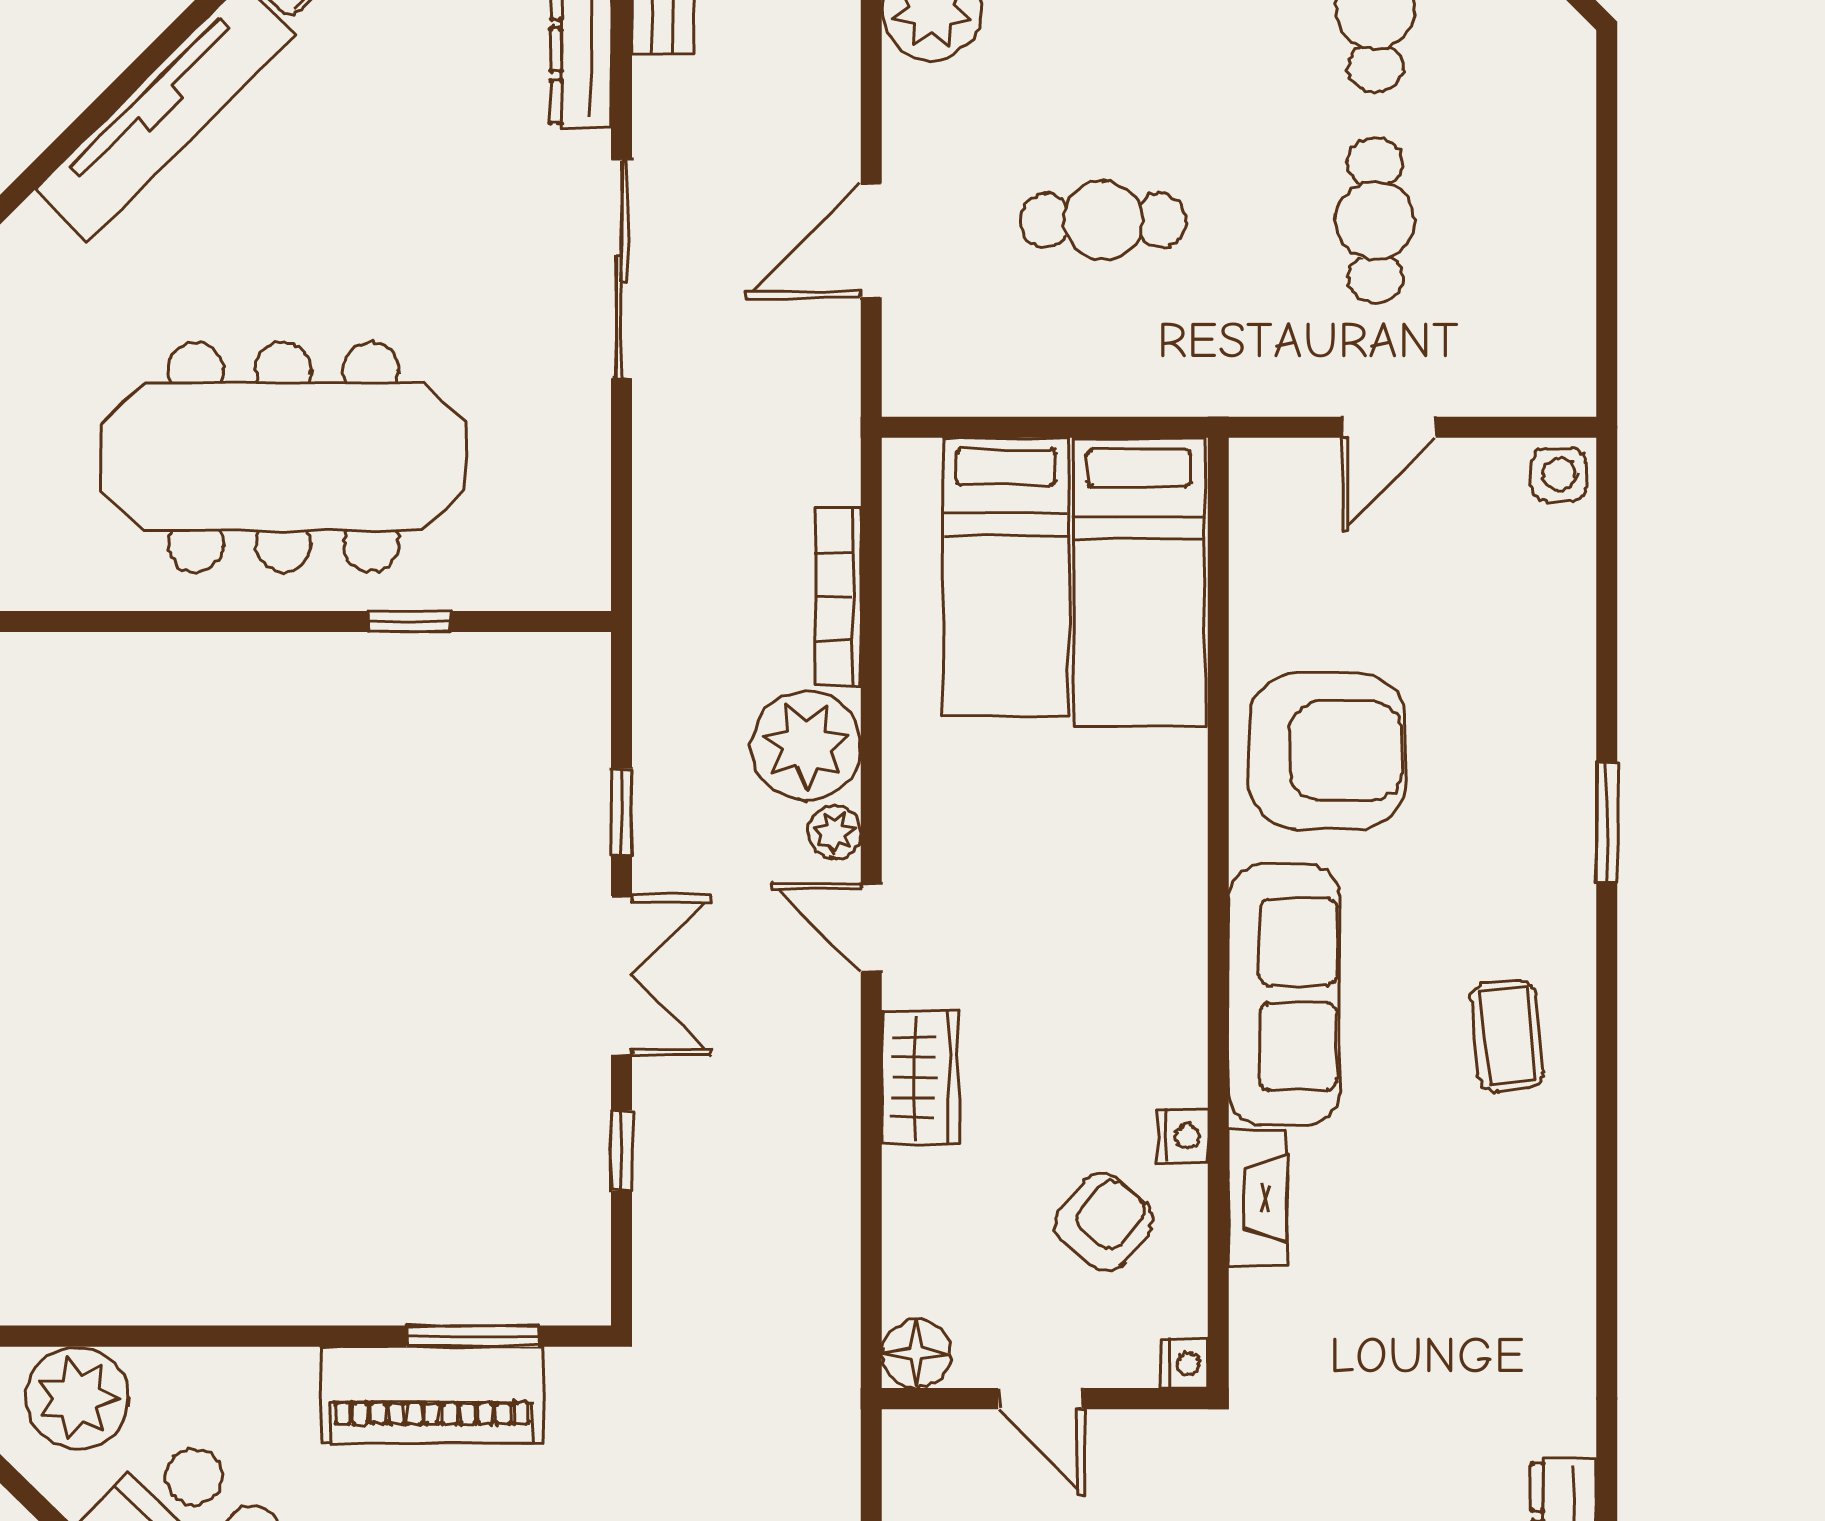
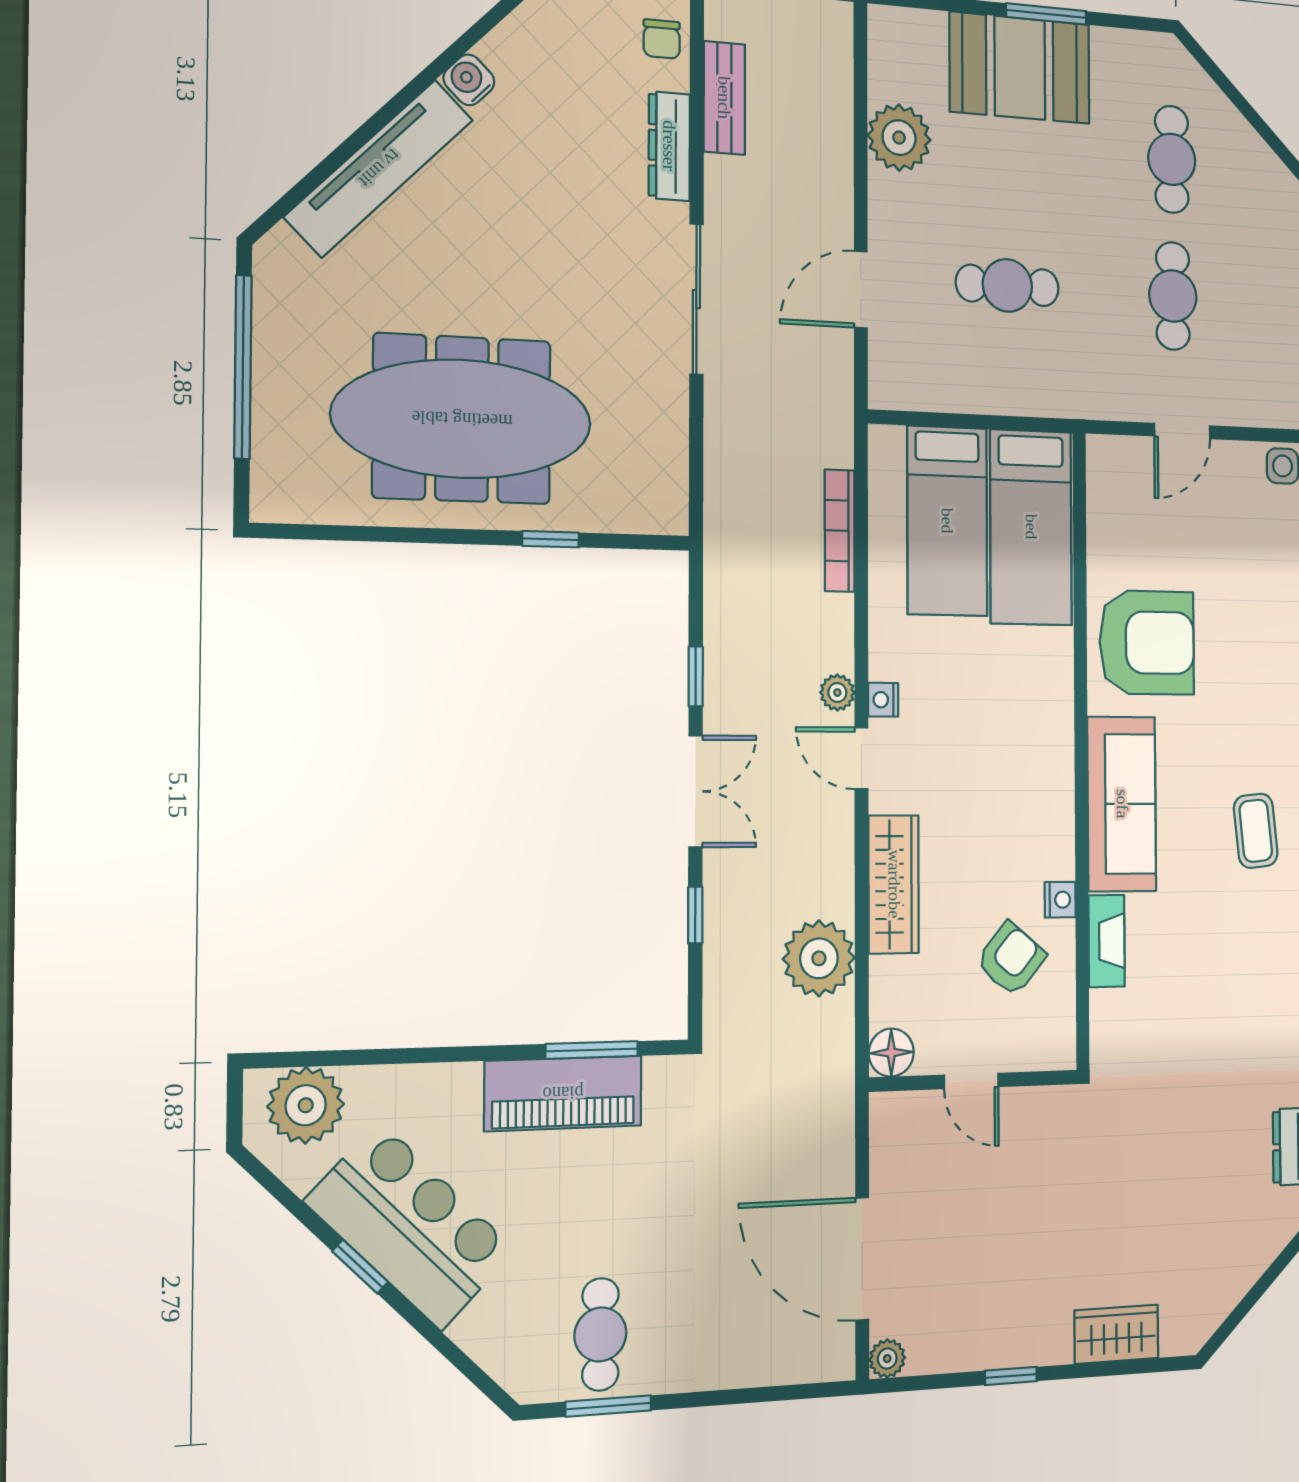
plant: (806, 746) -> (819, 958), moved
wardrobe: (920, 1077) -> (894, 884), width x1.50
nightstand: (1185, 1364) -> (883, 700), moved, turned 180

